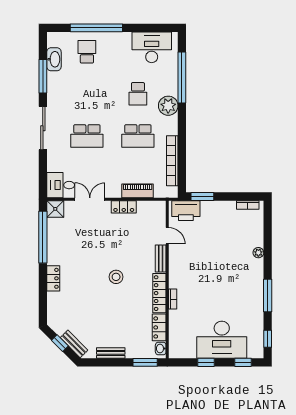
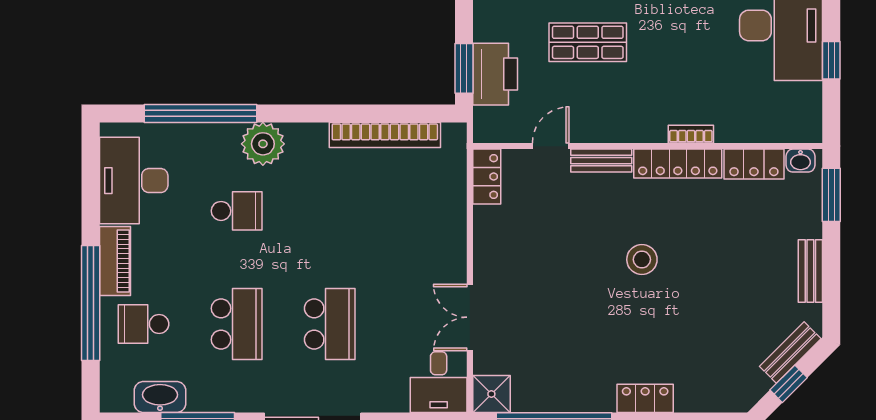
school desk: (138, 136) -> (237, 324), moved
piano: (138, 191) -> (115, 261), moved, turned 180
locker: (124, 207) -> (487, 176), moved
printer: (186, 211) -> (495, 74), moved
shop shelf: (214, 252) -> (588, 42), added

